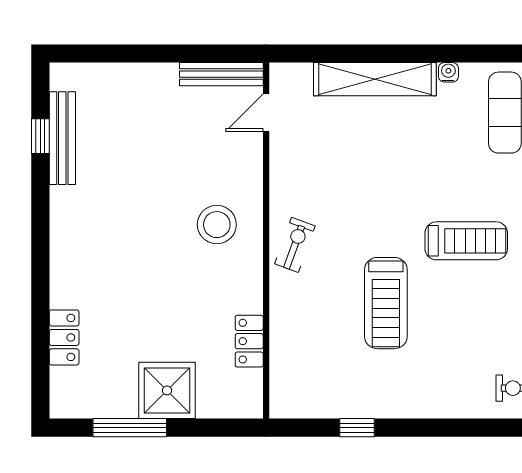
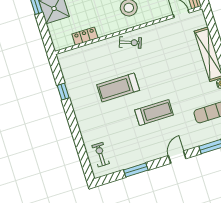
treadmill: (466, 241) -> (154, 113), turned -90

